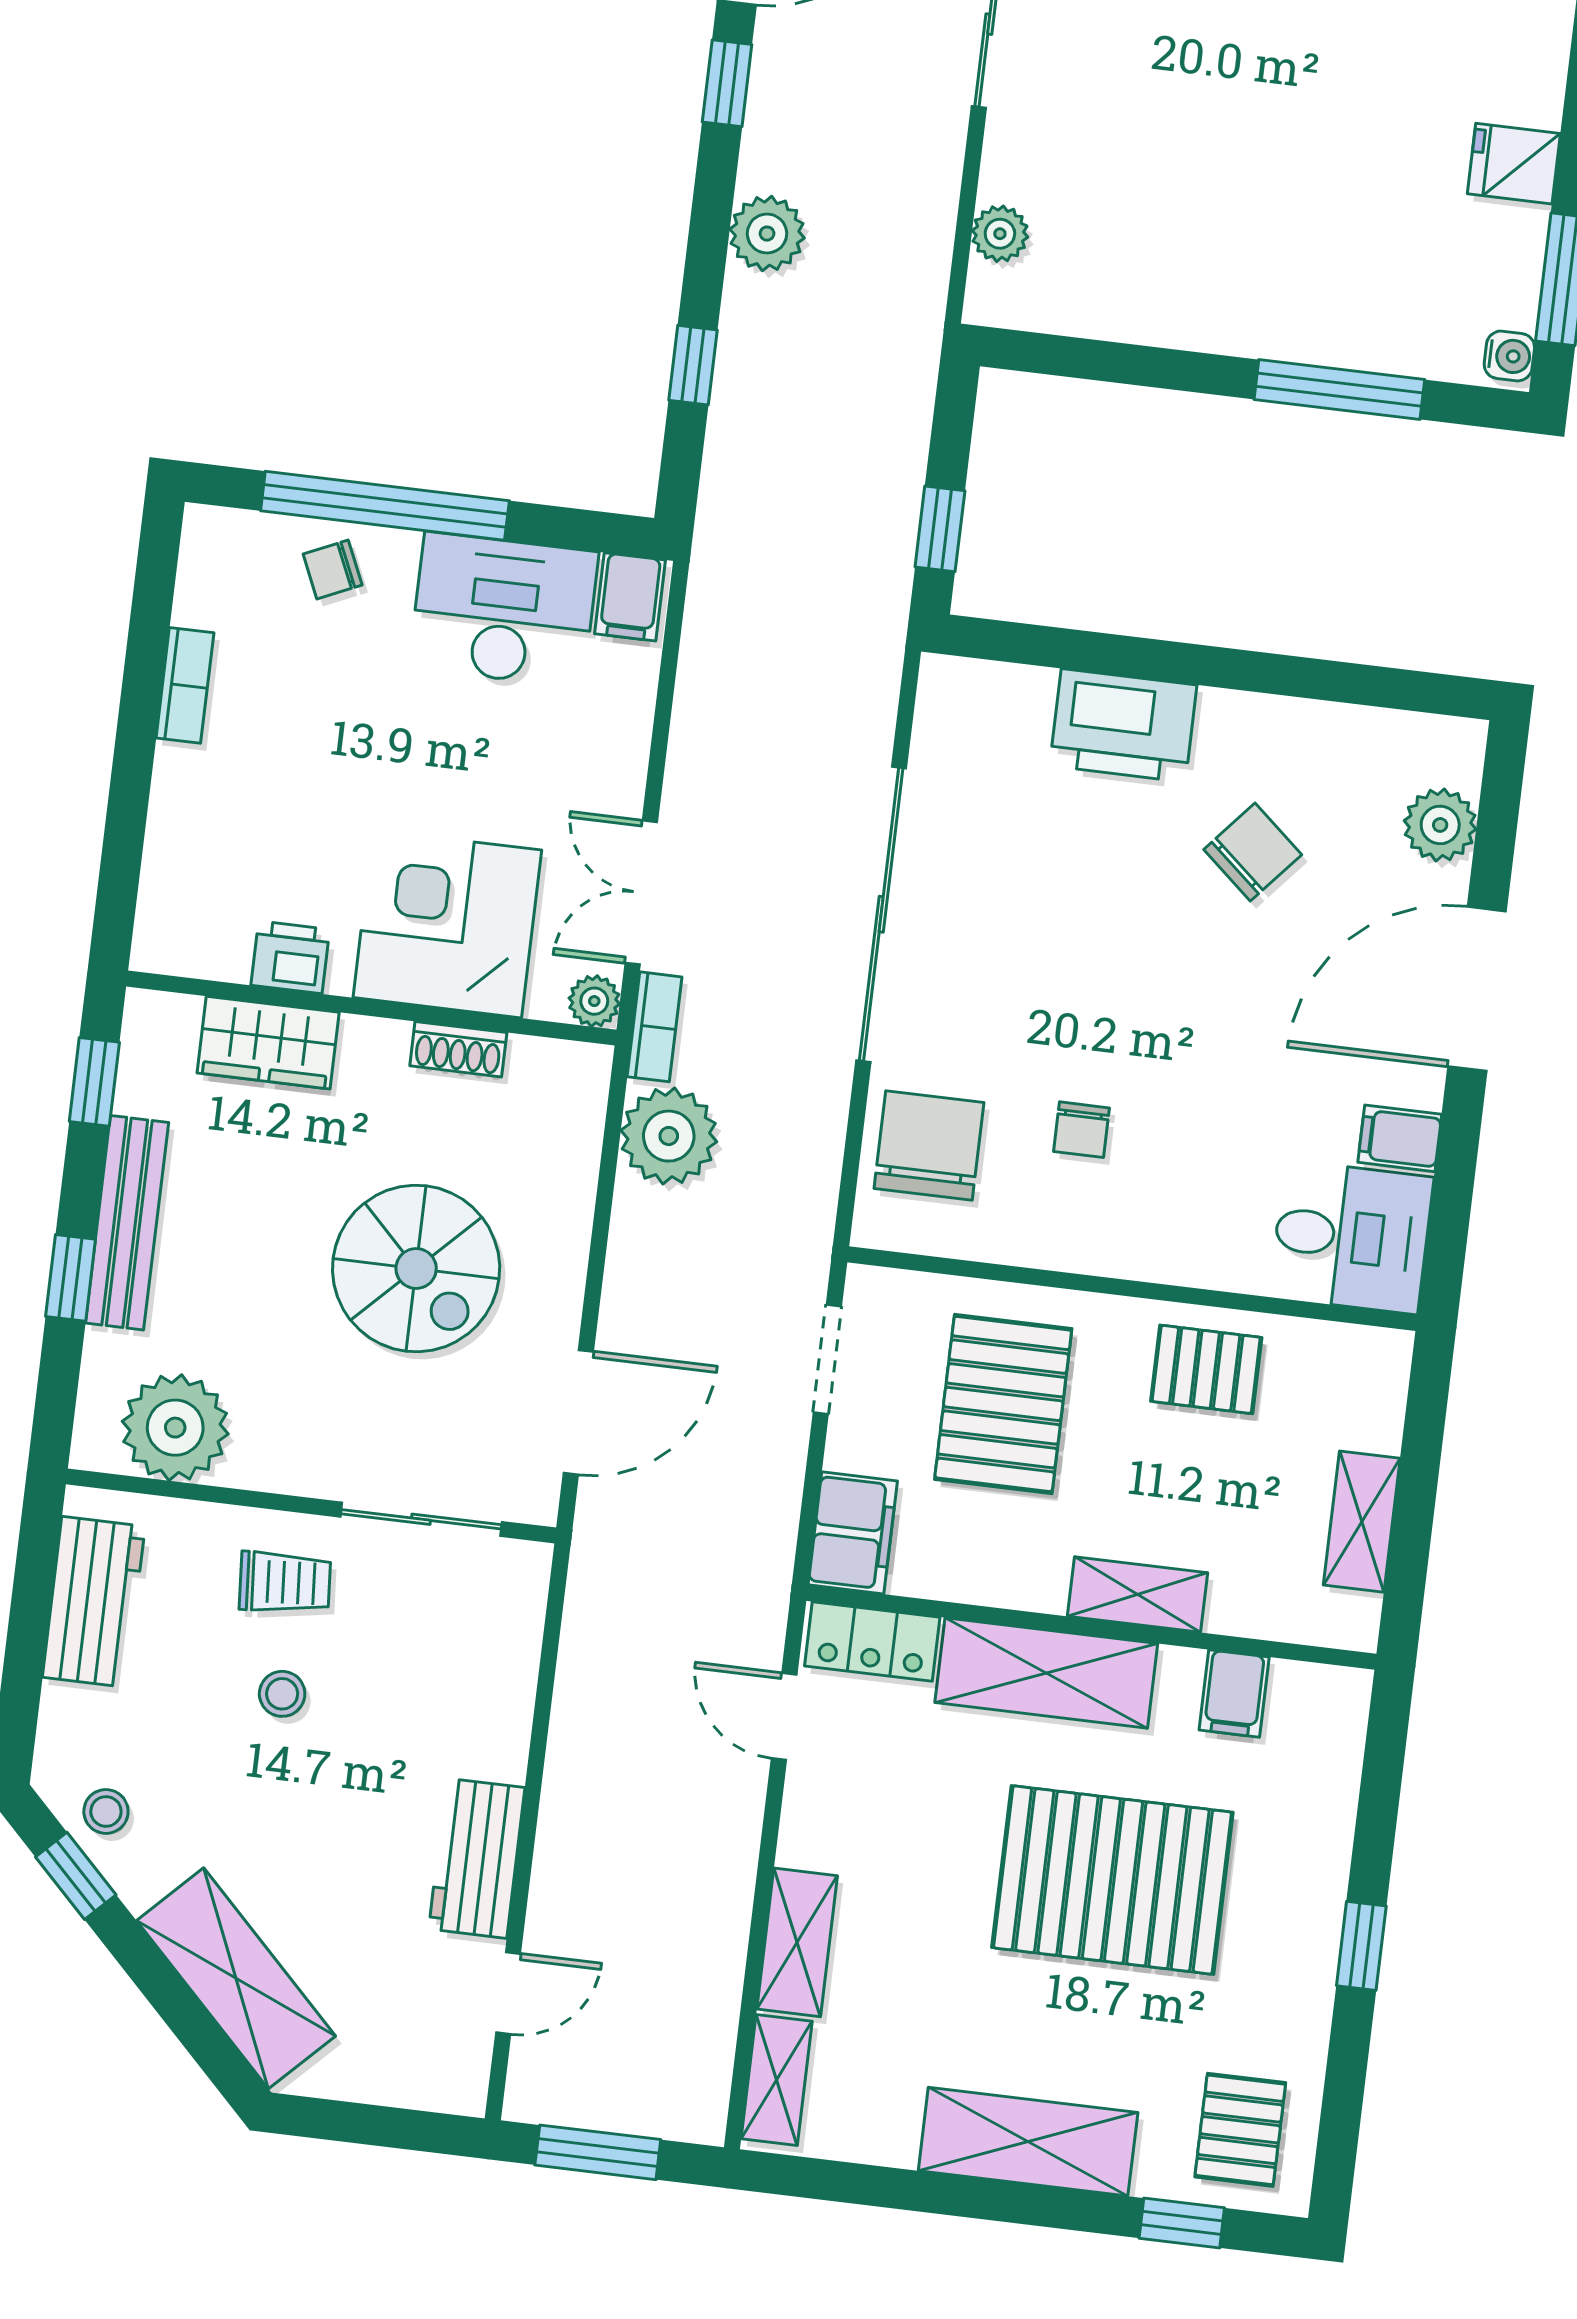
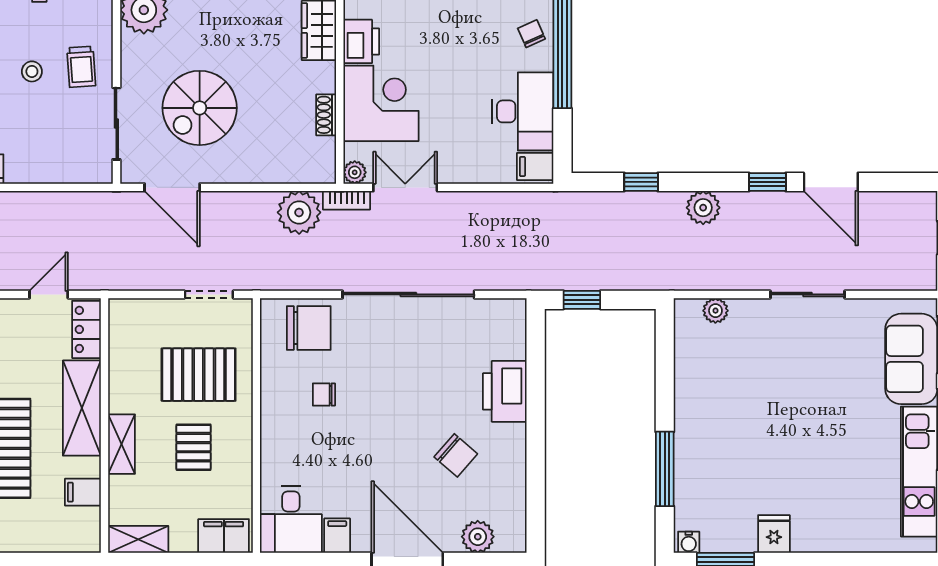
printer: (290, 957) -> (361, 41), width x1.36, depth x1.24
spiral stairs: (416, 1269) -> (200, 108), moved
pallet: (1206, 1369) -> (194, 447), moved
shelving: (1362, 1522) -> (138, 539), moved
filing cabinet: (853, 1533) -> (224, 536), moved, turned 180

